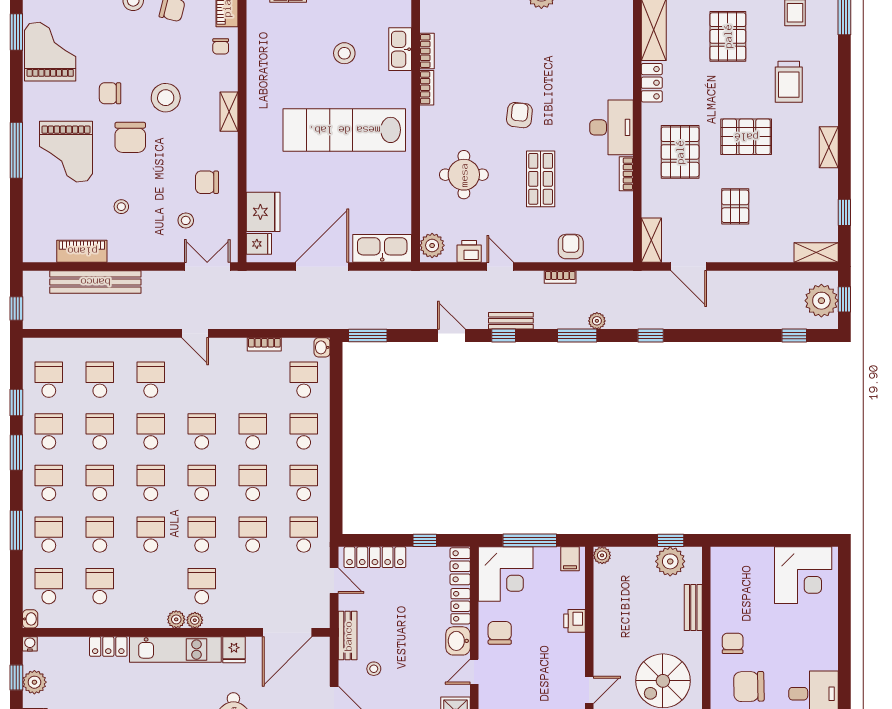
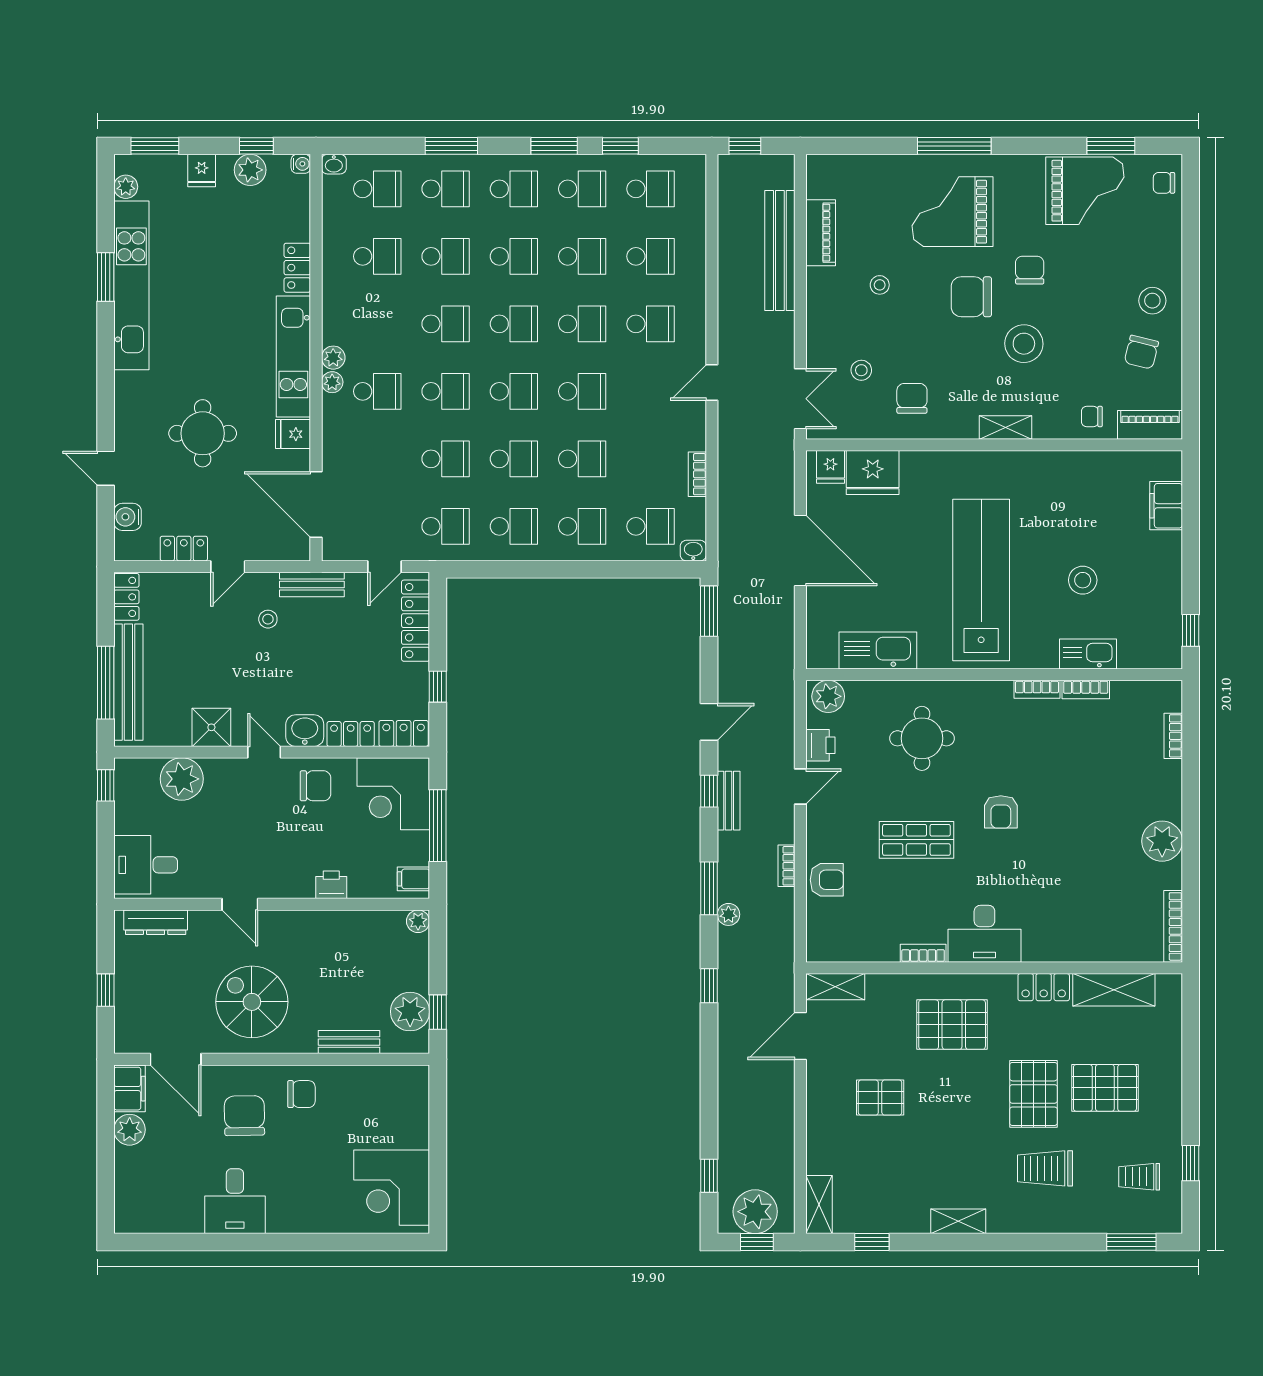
armchair: (519, 115) -> (1001, 812), turned 84
pallet: (746, 137) -> (1033, 1094), moved
kitchen sink: (382, 248) -> (878, 650), moved, turned -90

